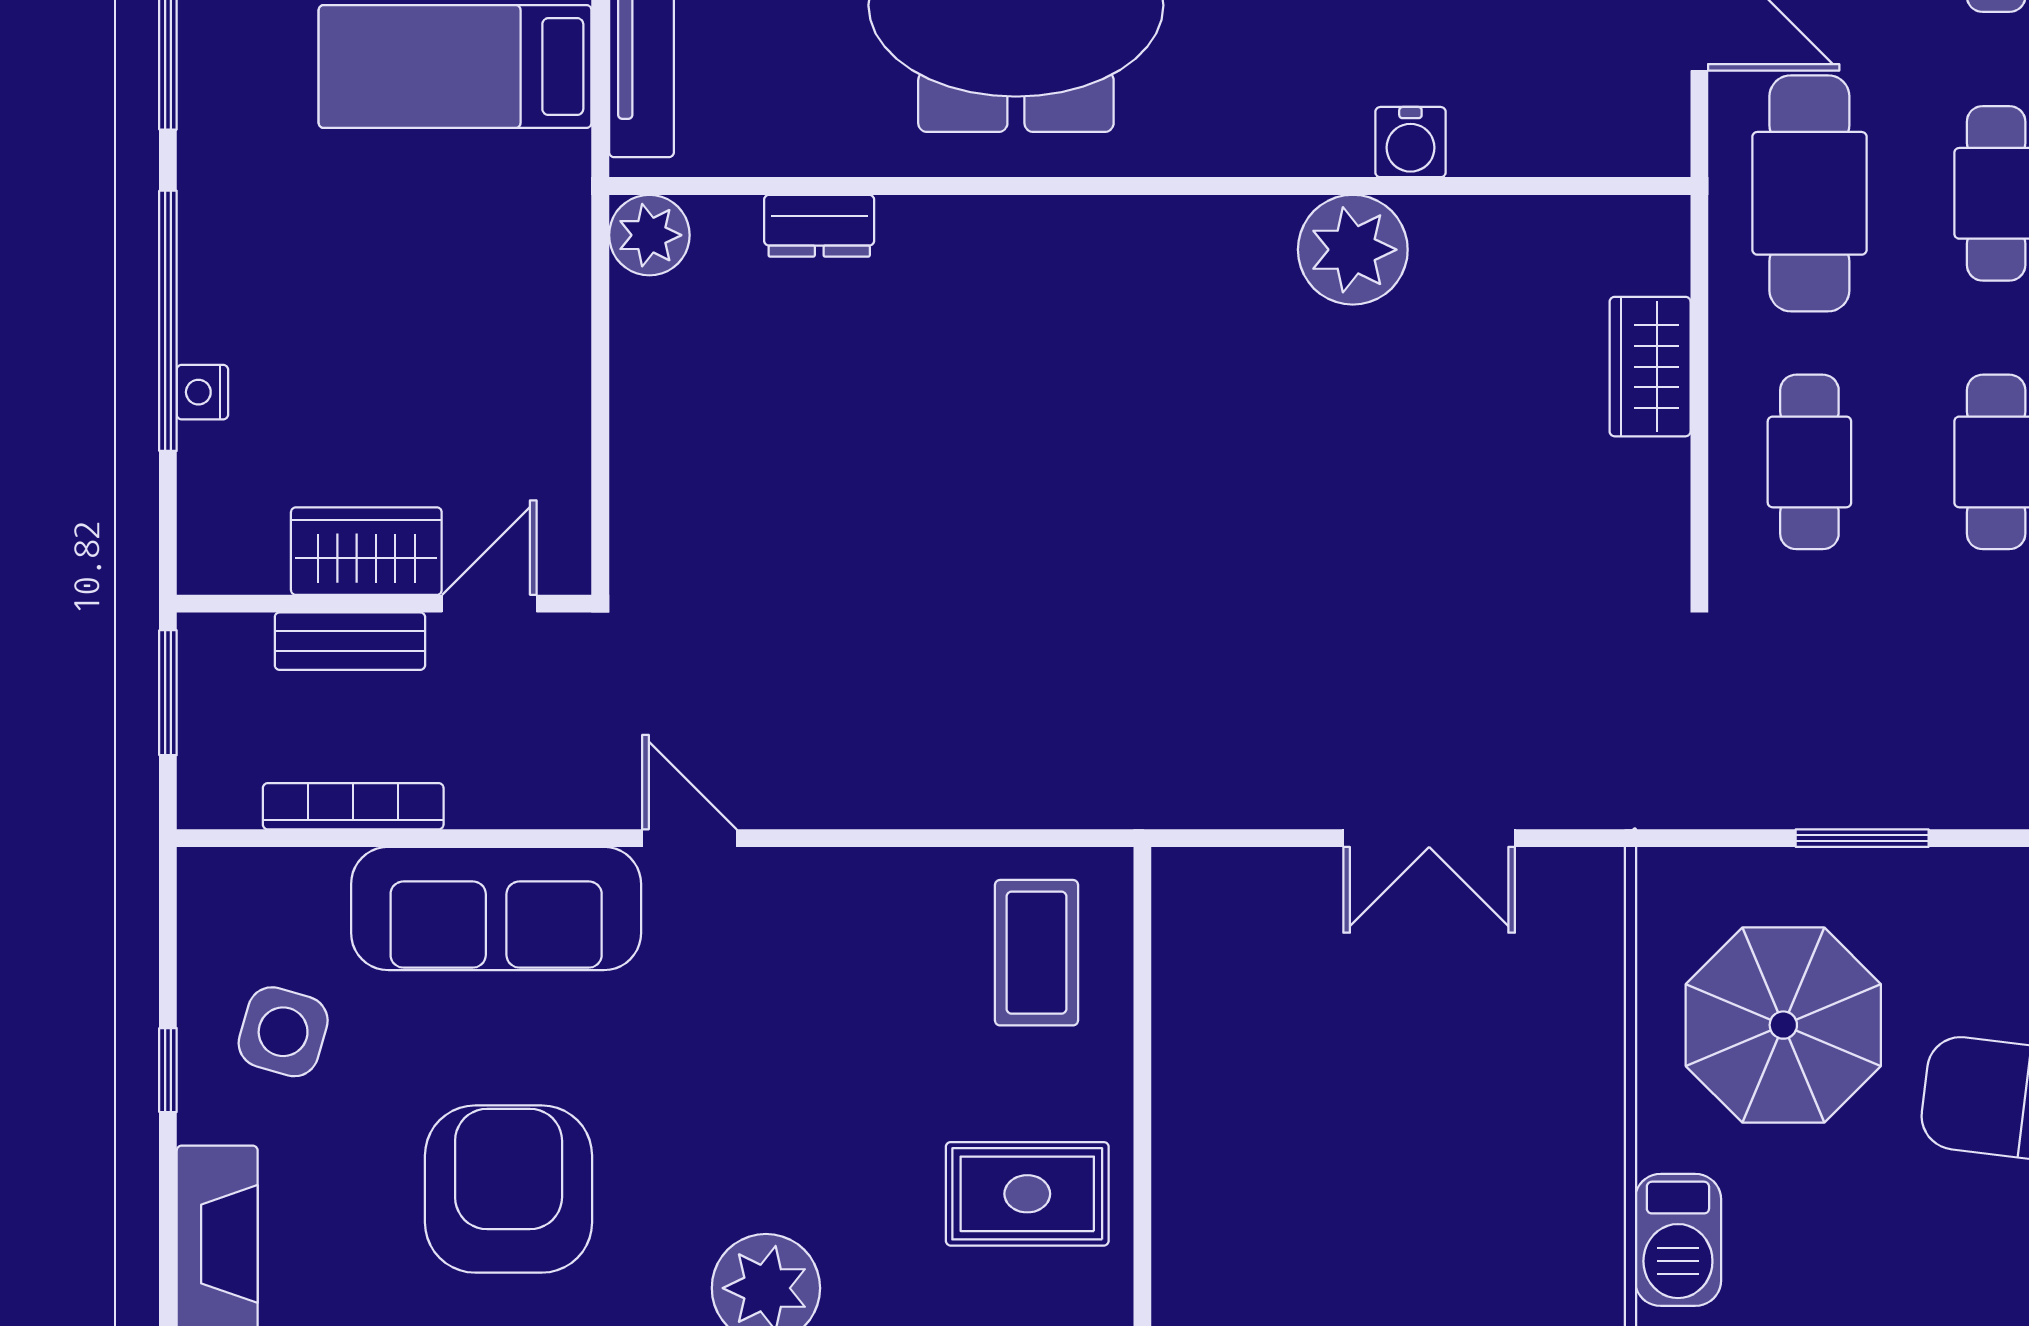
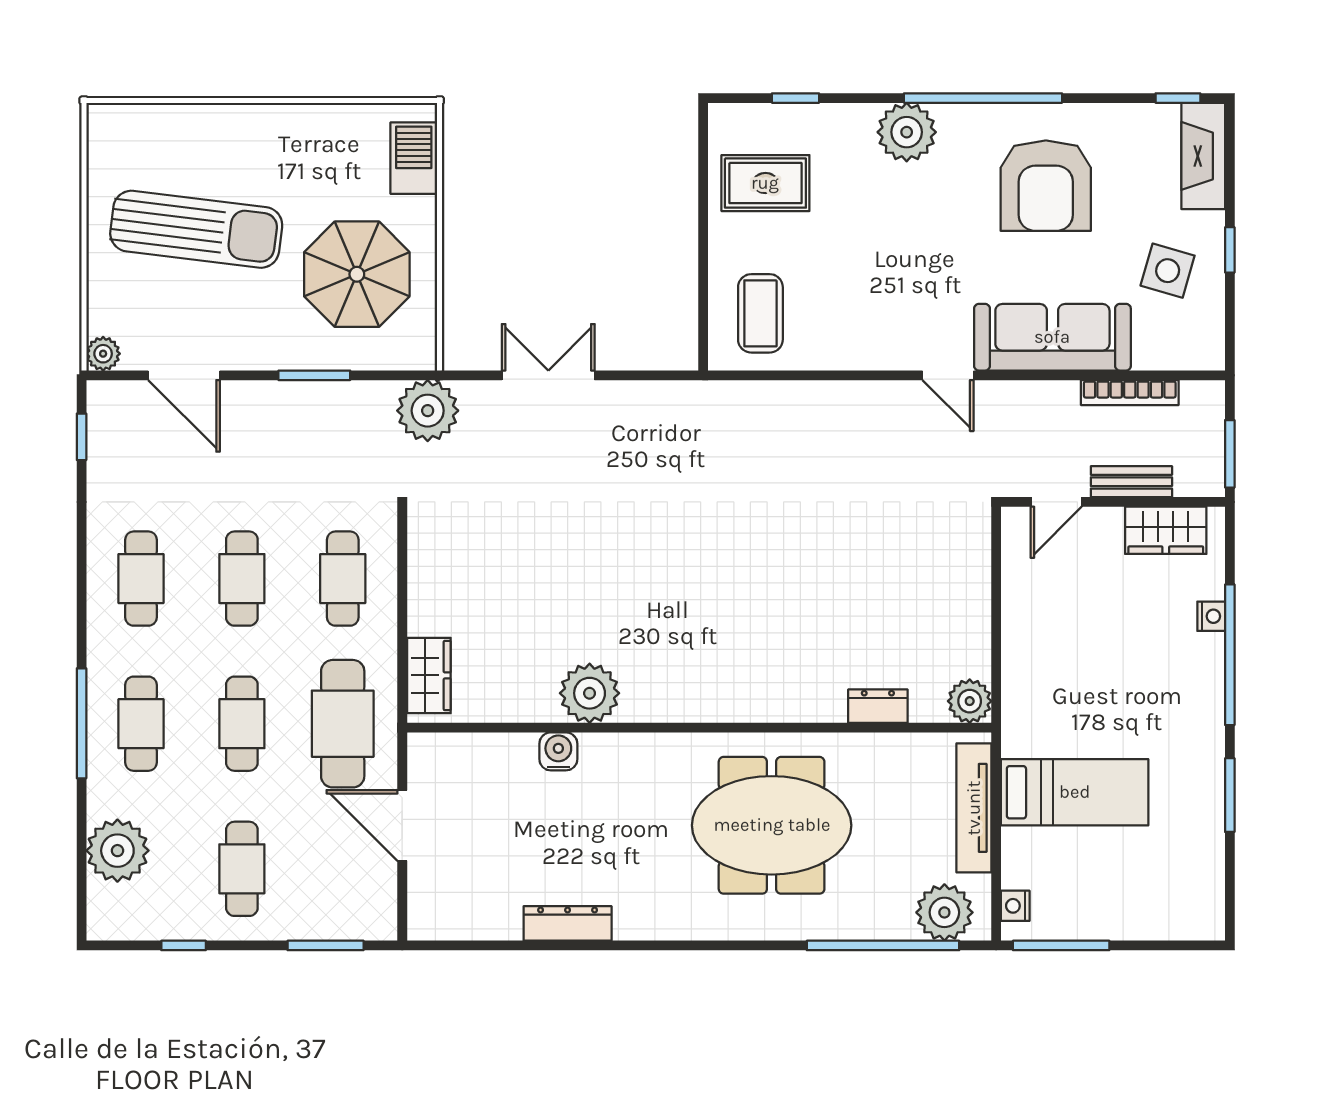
wardrobe: (1650, 367) -> (429, 675), moved
wardrobe: (366, 551) -> (1166, 530), moved
plant: (1652, 773) -> (428, 411), added

